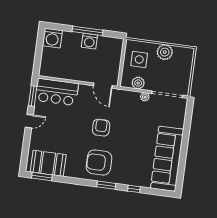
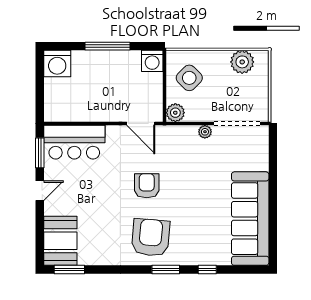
washing machine: (89, 41) -> (152, 61), moved
plant: (165, 52) -> (242, 62), moved
side table: (139, 59) -> (189, 78), turned 45
plant: (138, 83) -> (175, 113), moved
armchair: (99, 162) -> (151, 238), turned 95
booth: (48, 163) -> (60, 241), moved, turned 90

